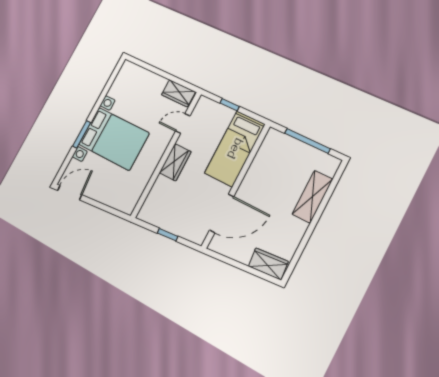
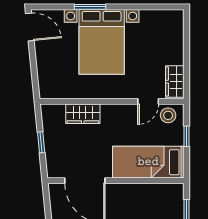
stool: (203, 112) -> (168, 115), added
door: (183, 124) -> (148, 101), swing flipped
wardrobe: (175, 162) -> (83, 114), moved

